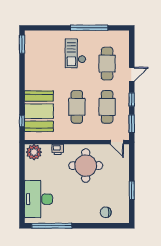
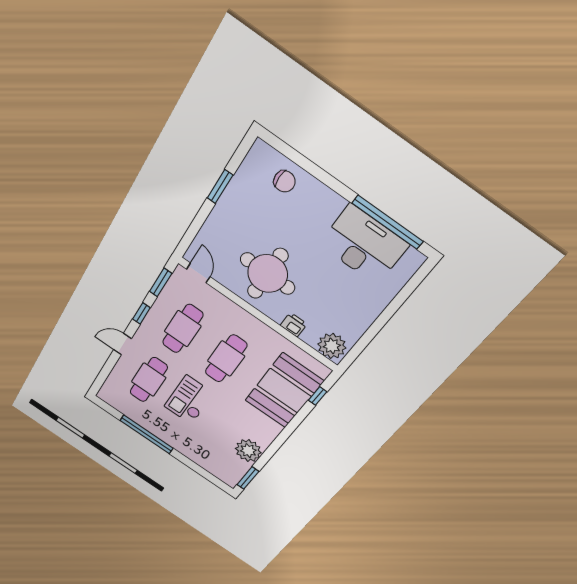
checkout: (75, 53) -> (189, 400), moved, turned 180
plant: (33, 62) -> (248, 451), added
desk: (38, 199) -> (364, 245), moved, turned -90

